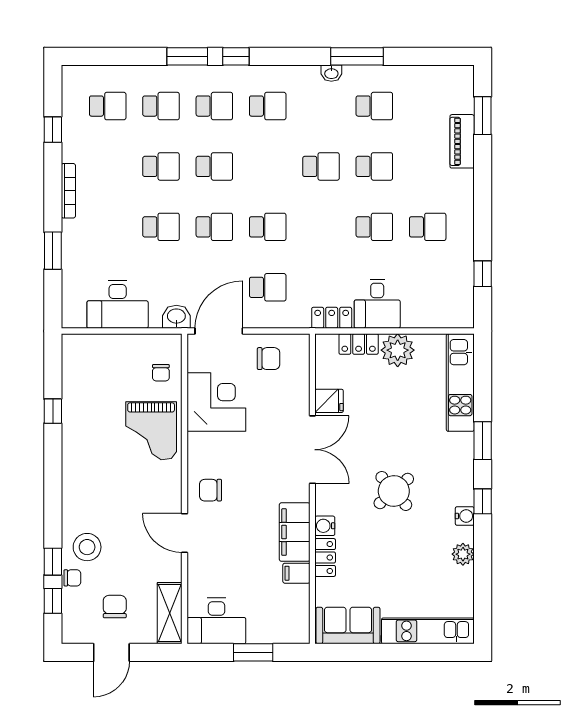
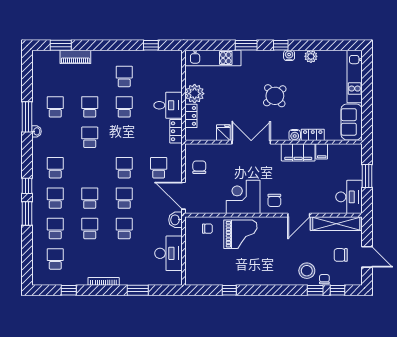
corner desk: (216, 402) -> (243, 197), moved
shelving: (170, 613) -> (336, 224), width x1.47

